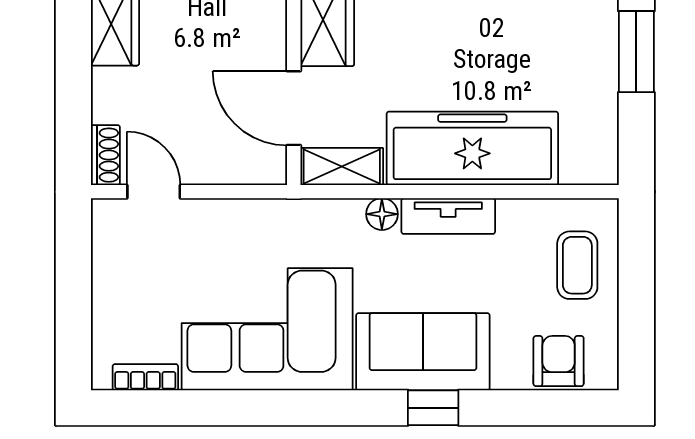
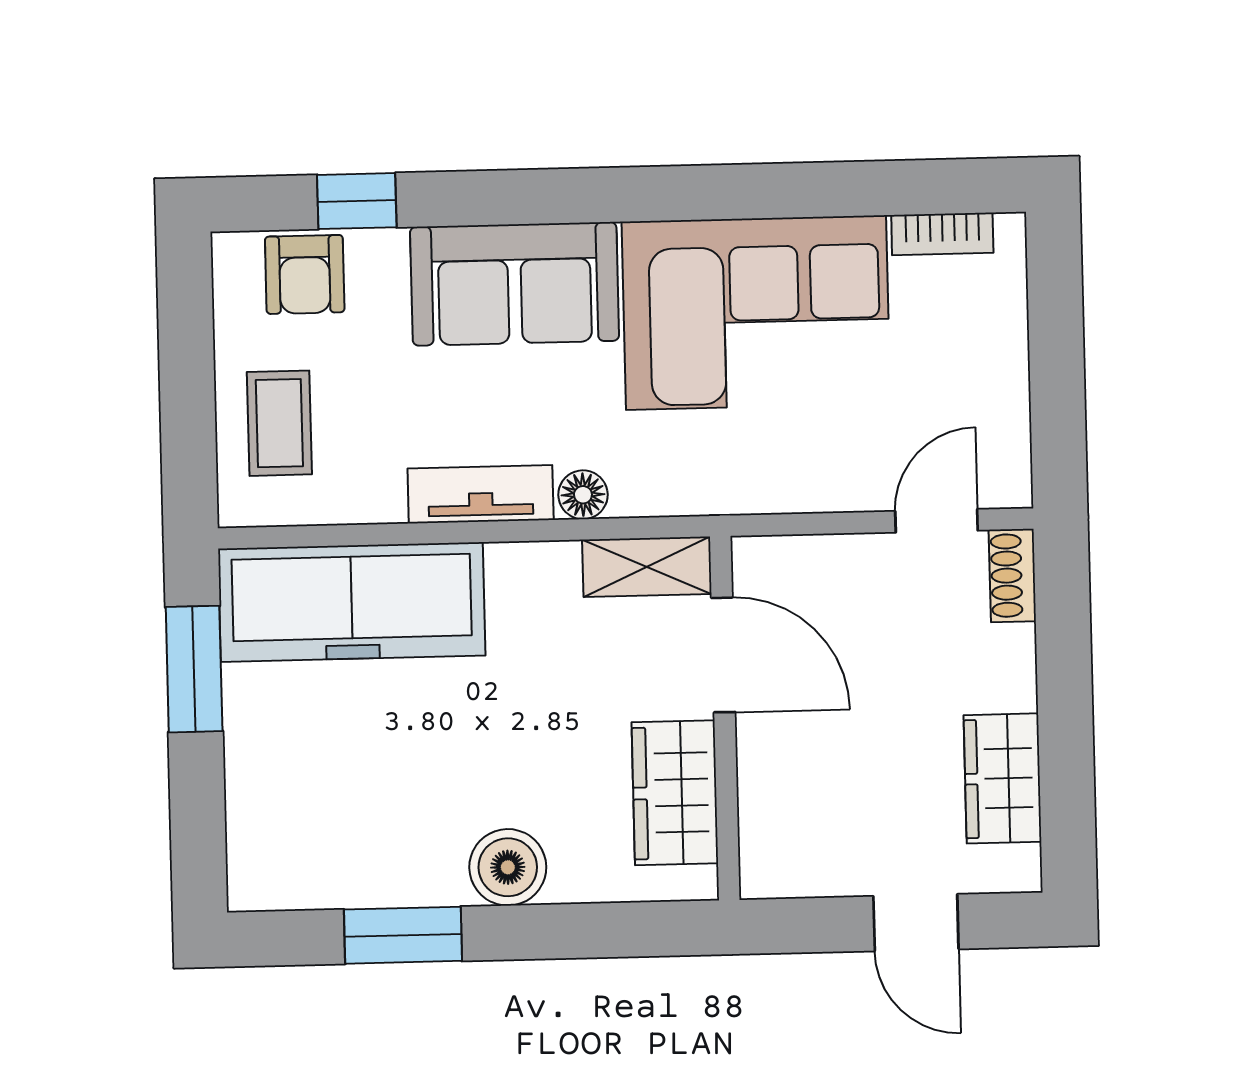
window: (636, 52) -> (194, 669), moved
freezer: (472, 148) -> (352, 602), moved
door: (154, 192) -> (937, 521), swing flipped
window: (433, 408) -> (357, 201), moved

